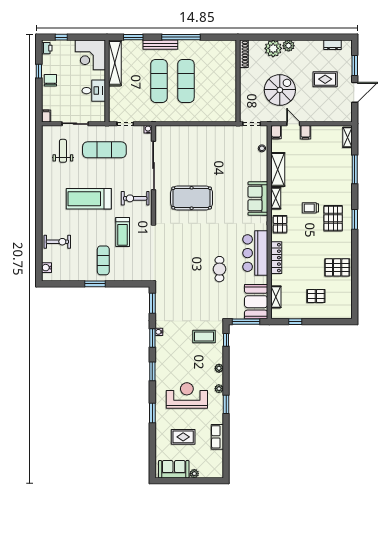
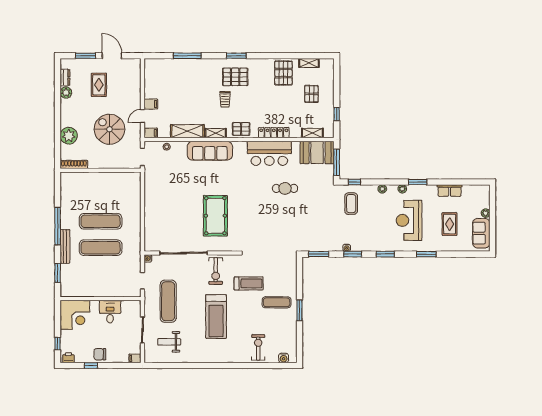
plant: (289, 46) -> (66, 93), moved
shelving: (115, 63) -> (83, 291), removed
shelving: (347, 137) -> (309, 63), moved
sofa: (258, 198) -> (210, 151), width x1.36

